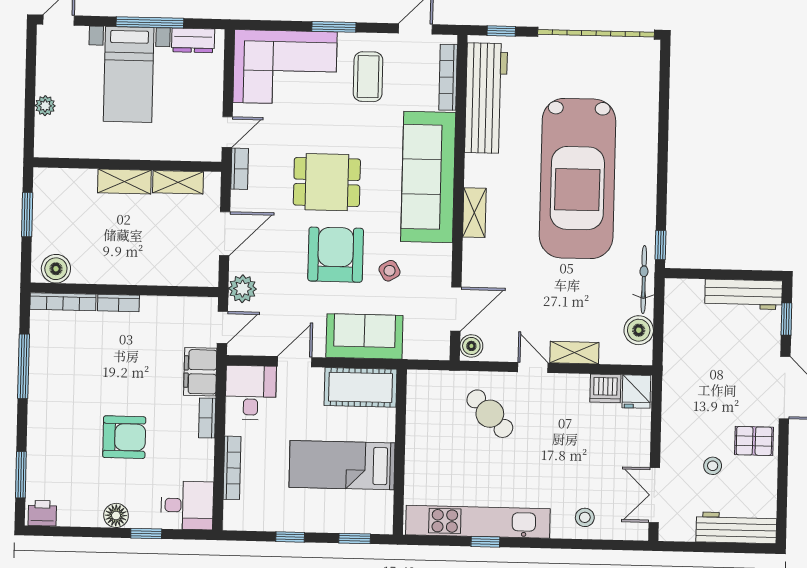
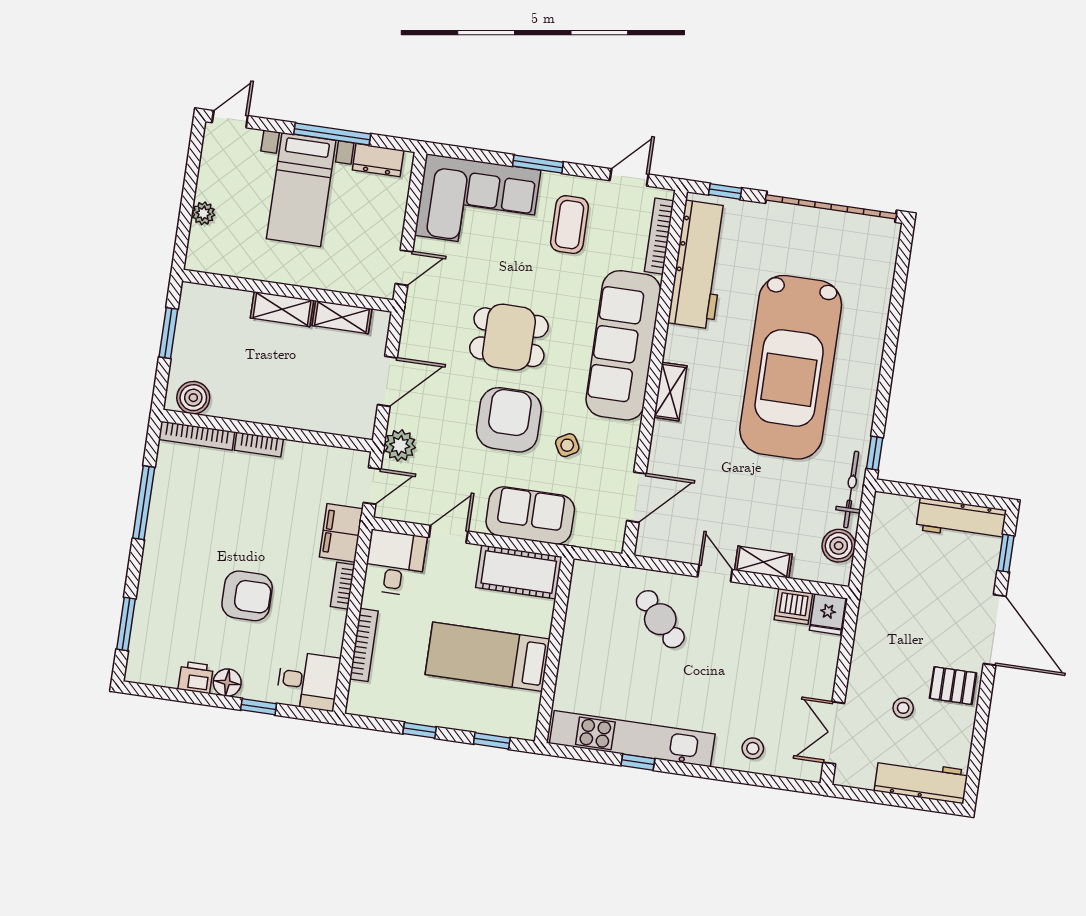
bookcase: (240, 169) -> (413, 310), removed
boiler: (471, 346) -> (649, 541), removed
printer: (42, 513) -> (196, 677), moved

